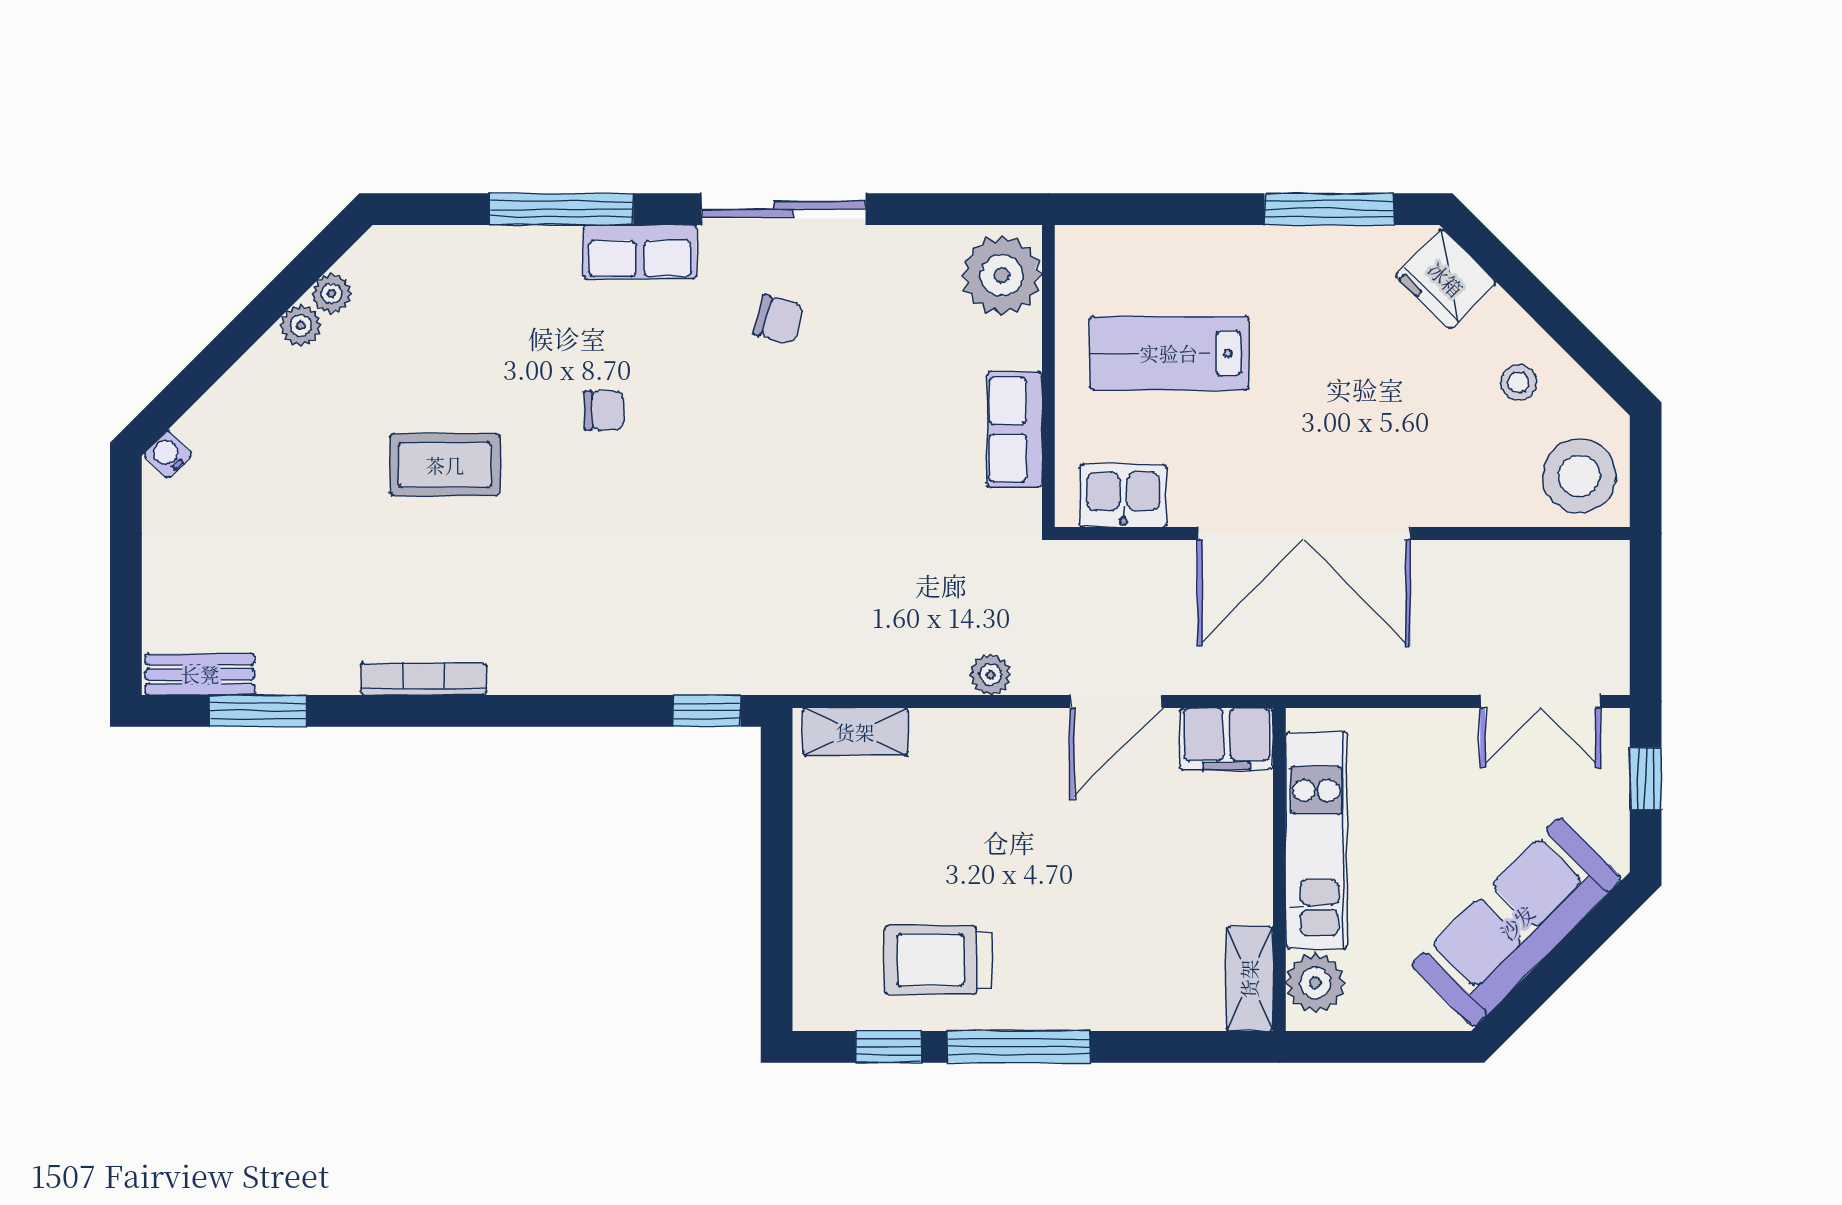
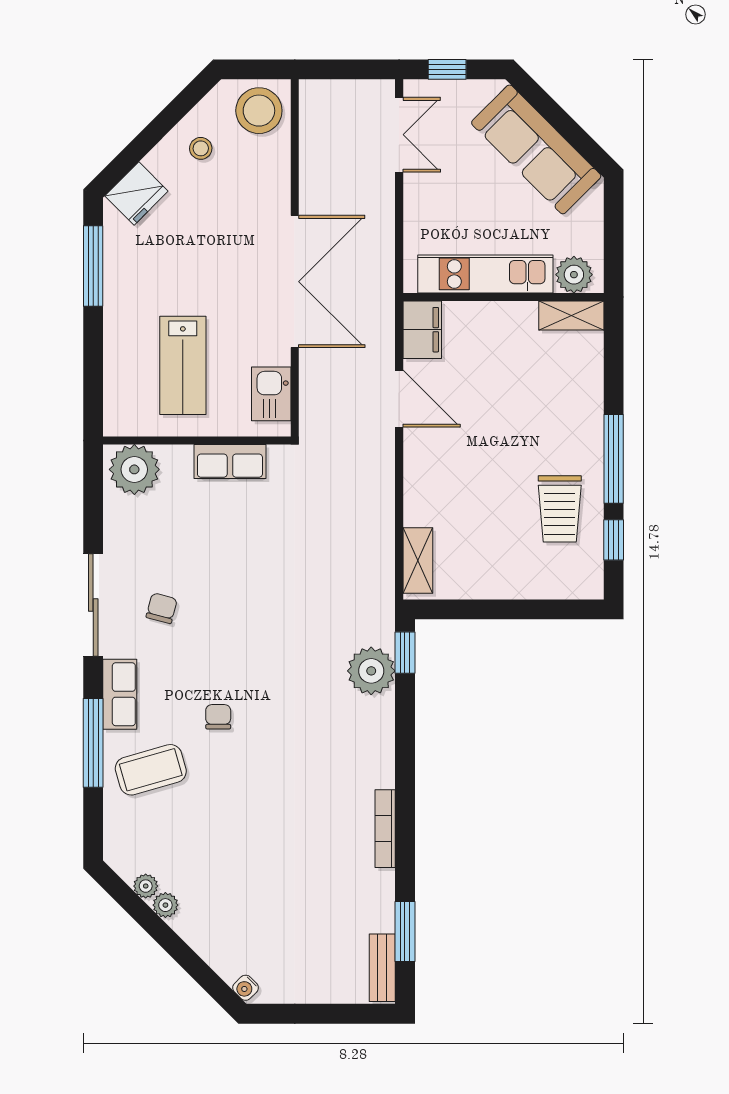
coffee table: (445, 465) -> (151, 770), moved, turned 74
plant: (991, 675) -> (371, 671), moved, width x1.88, depth x1.88

